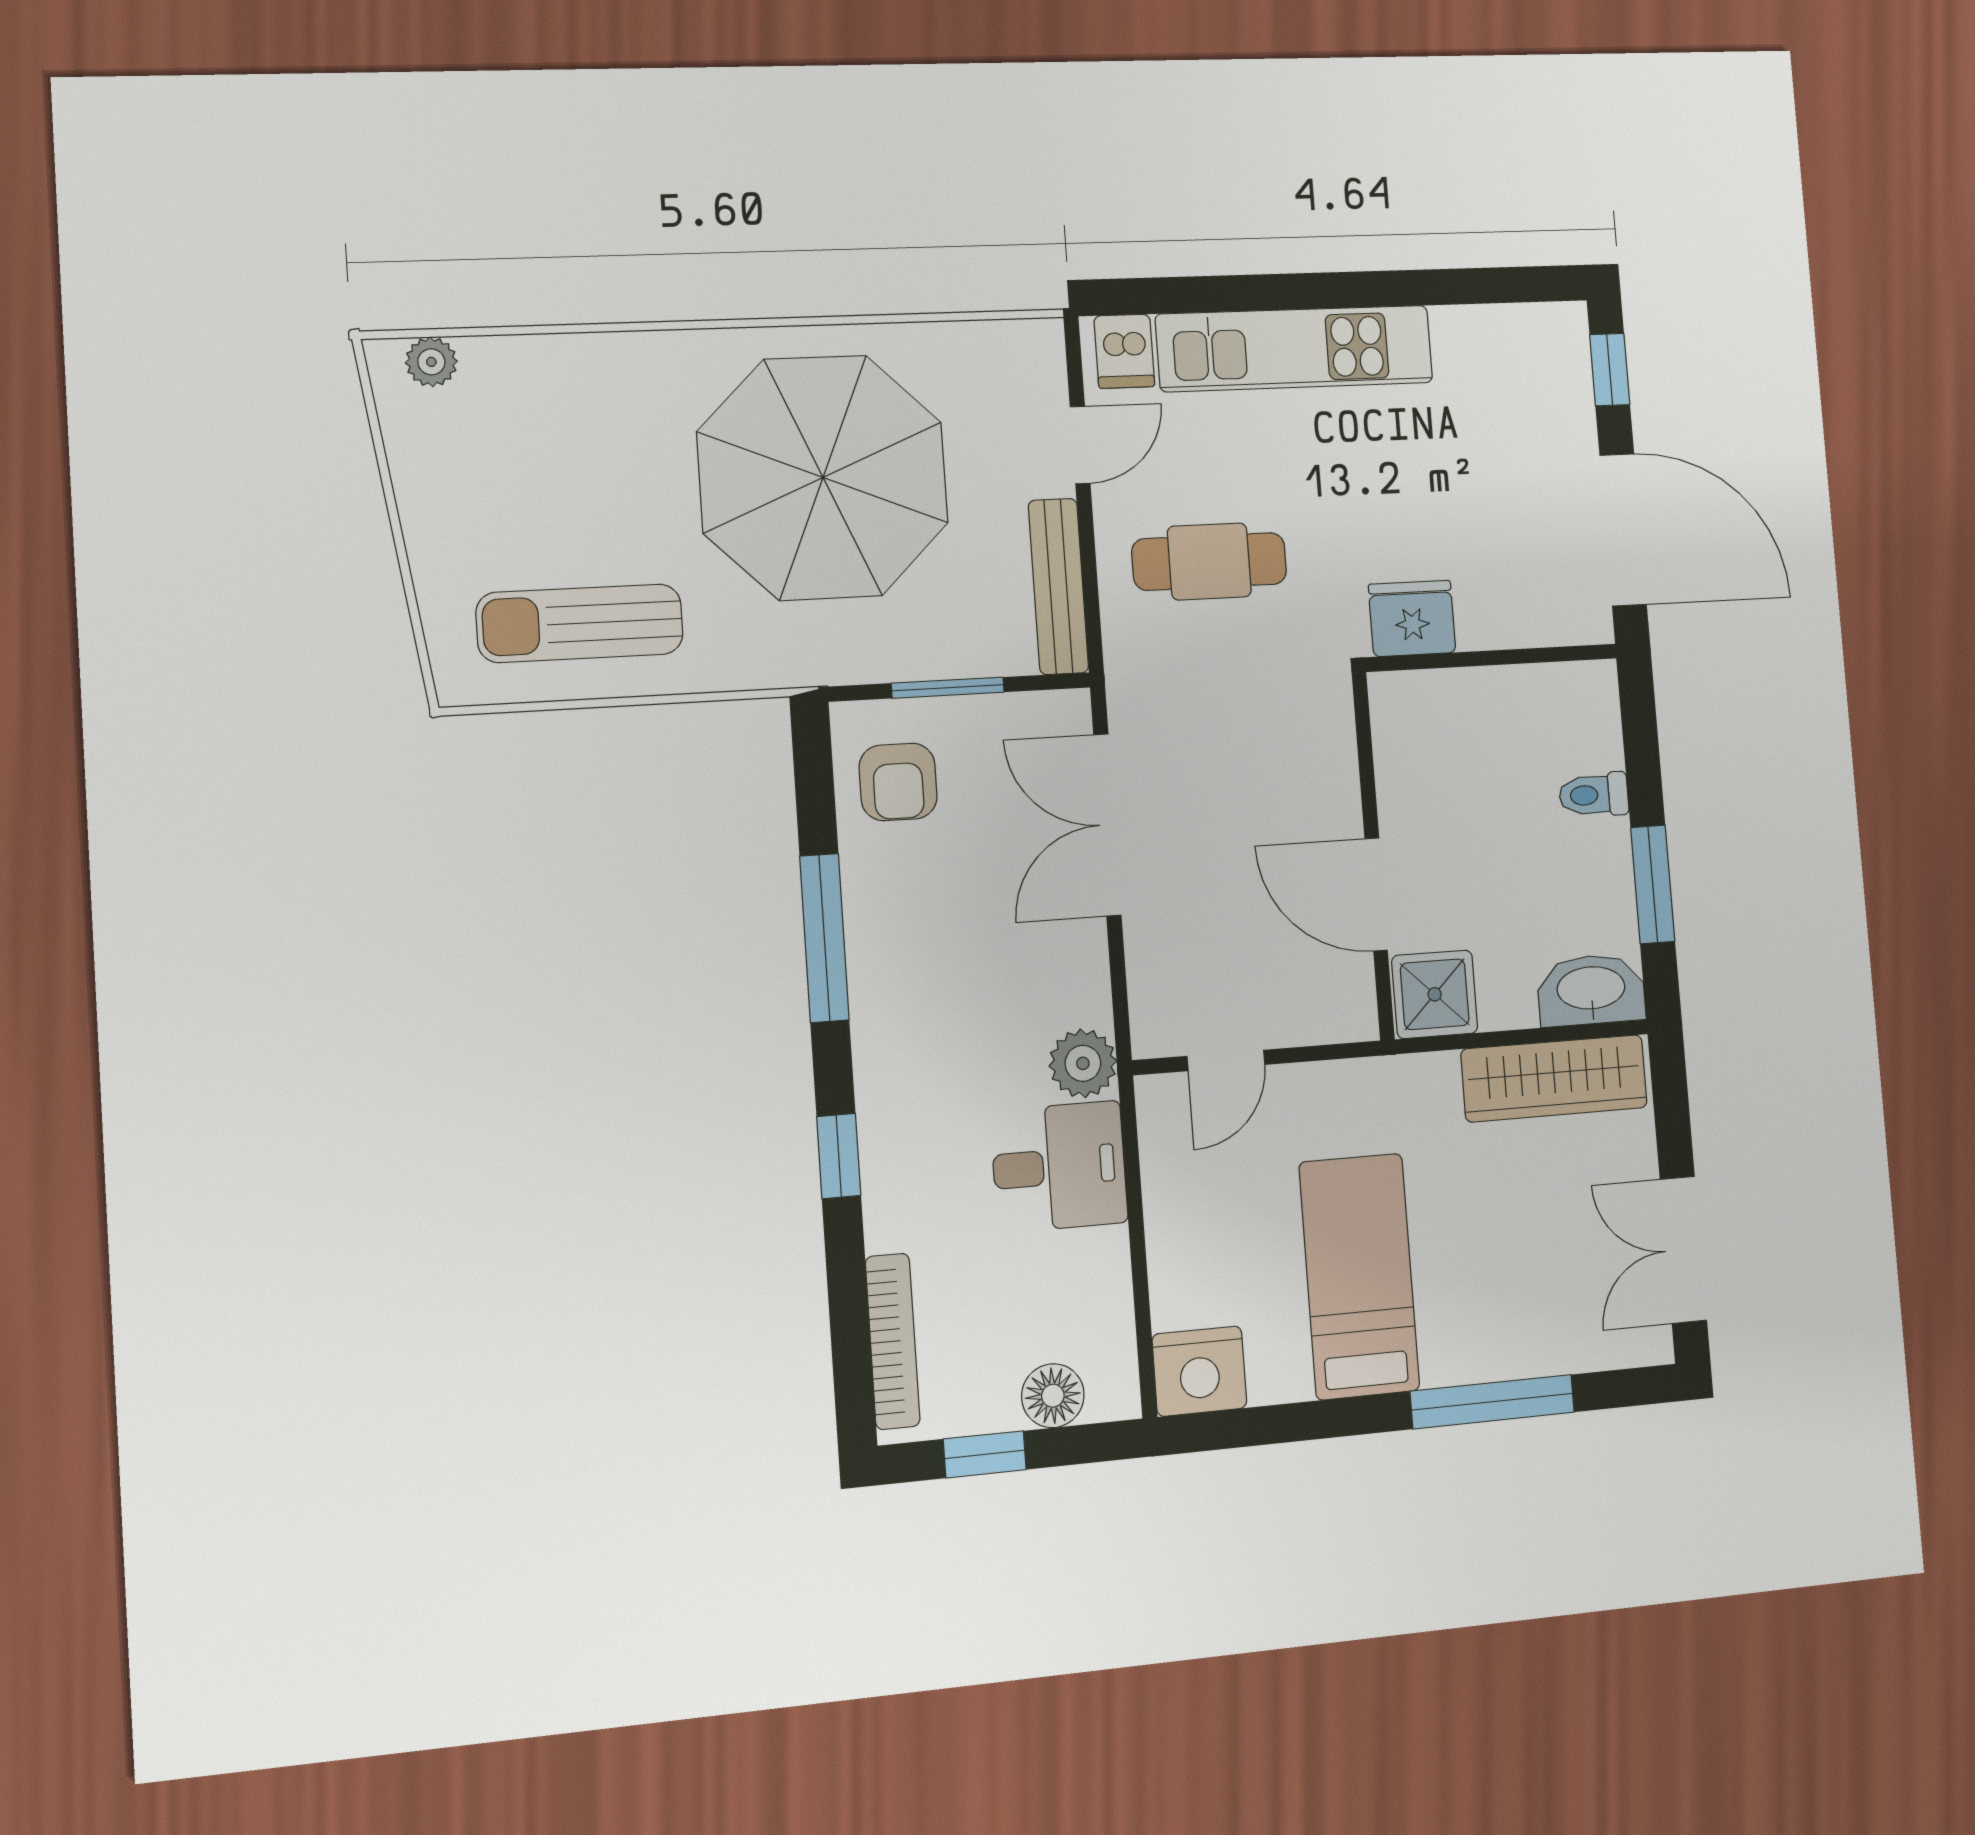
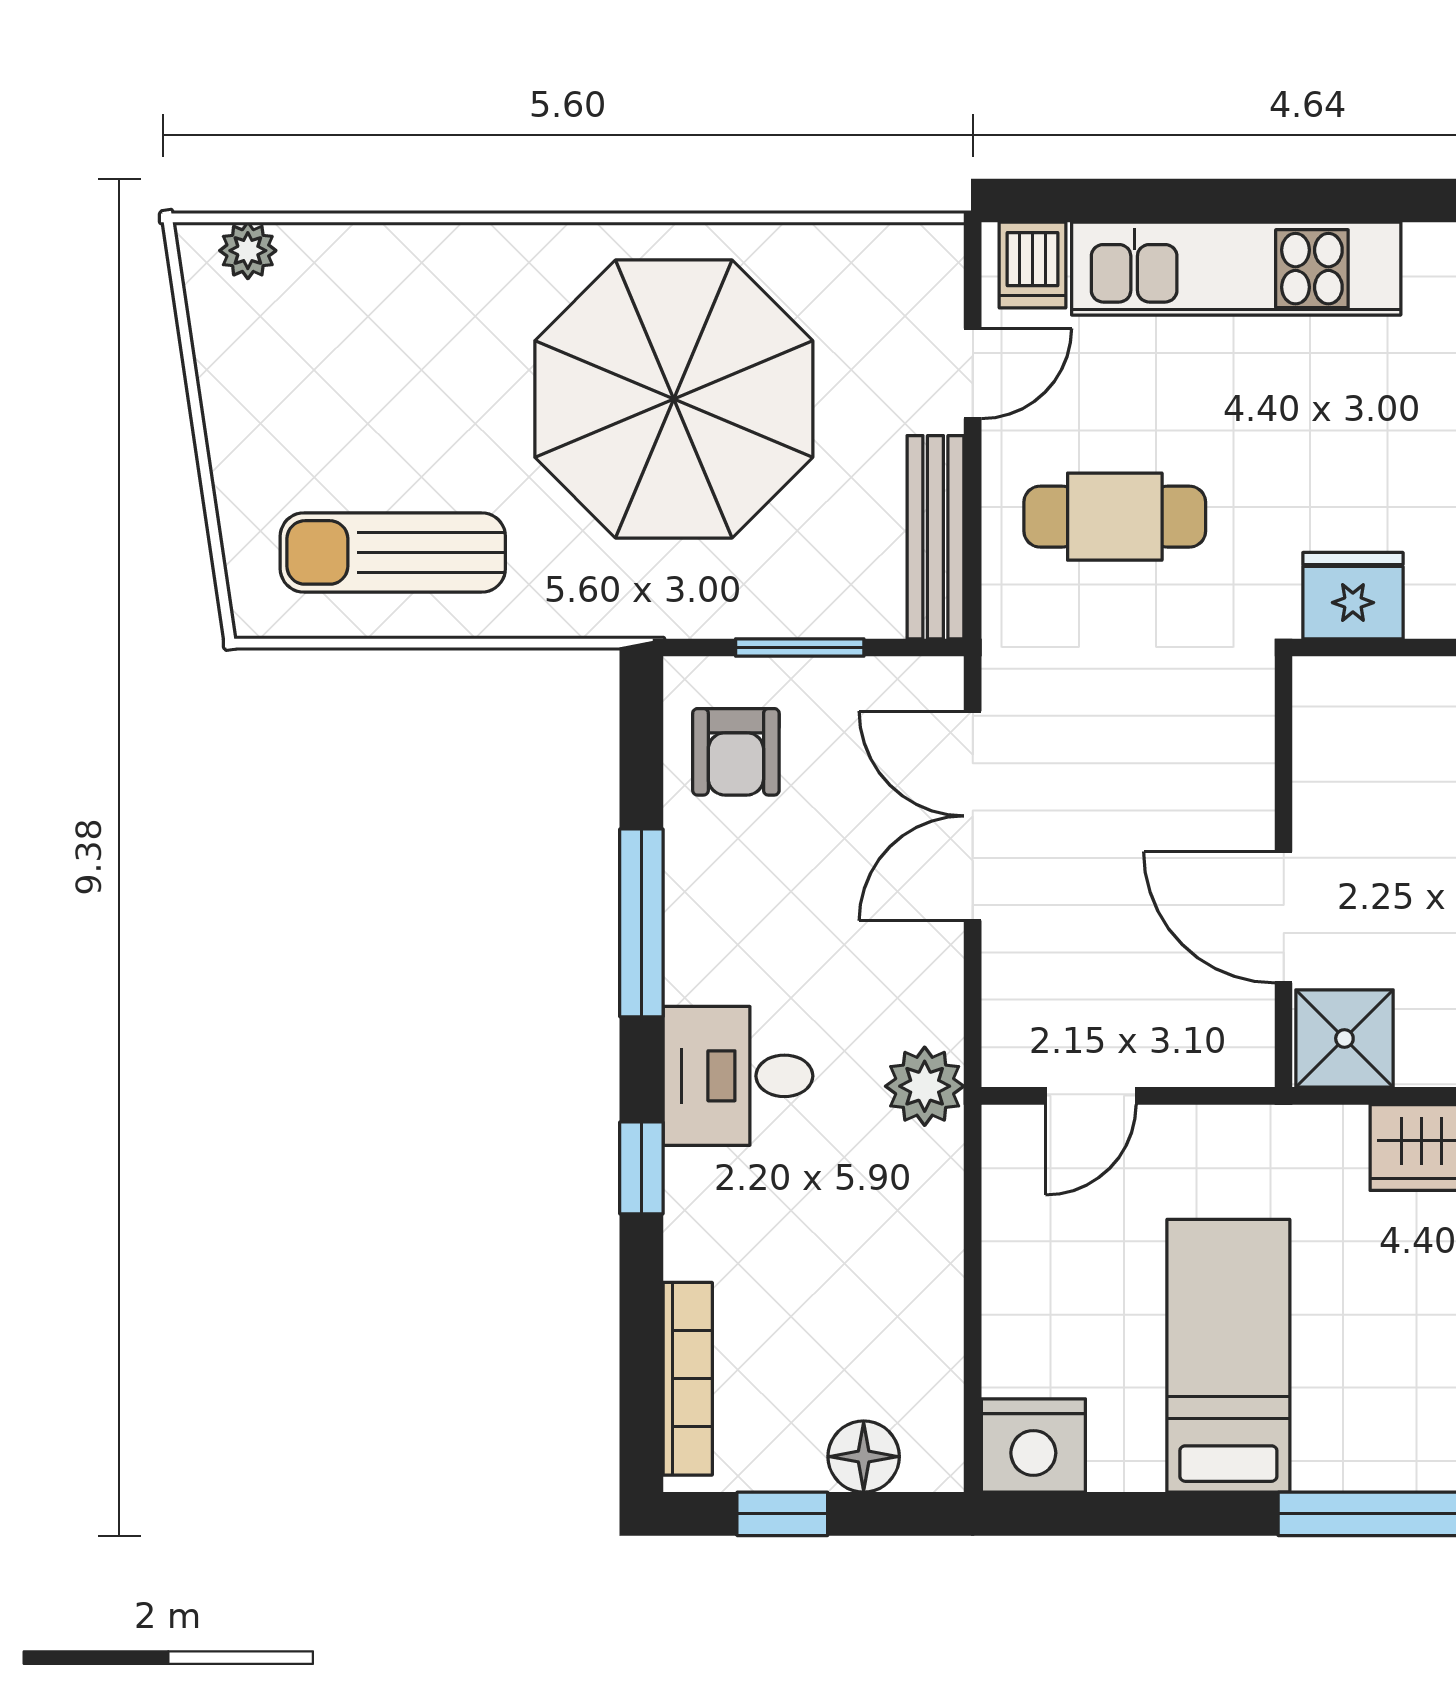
desk: (1059, 1167) -> (738, 1076), moved, turned 180

